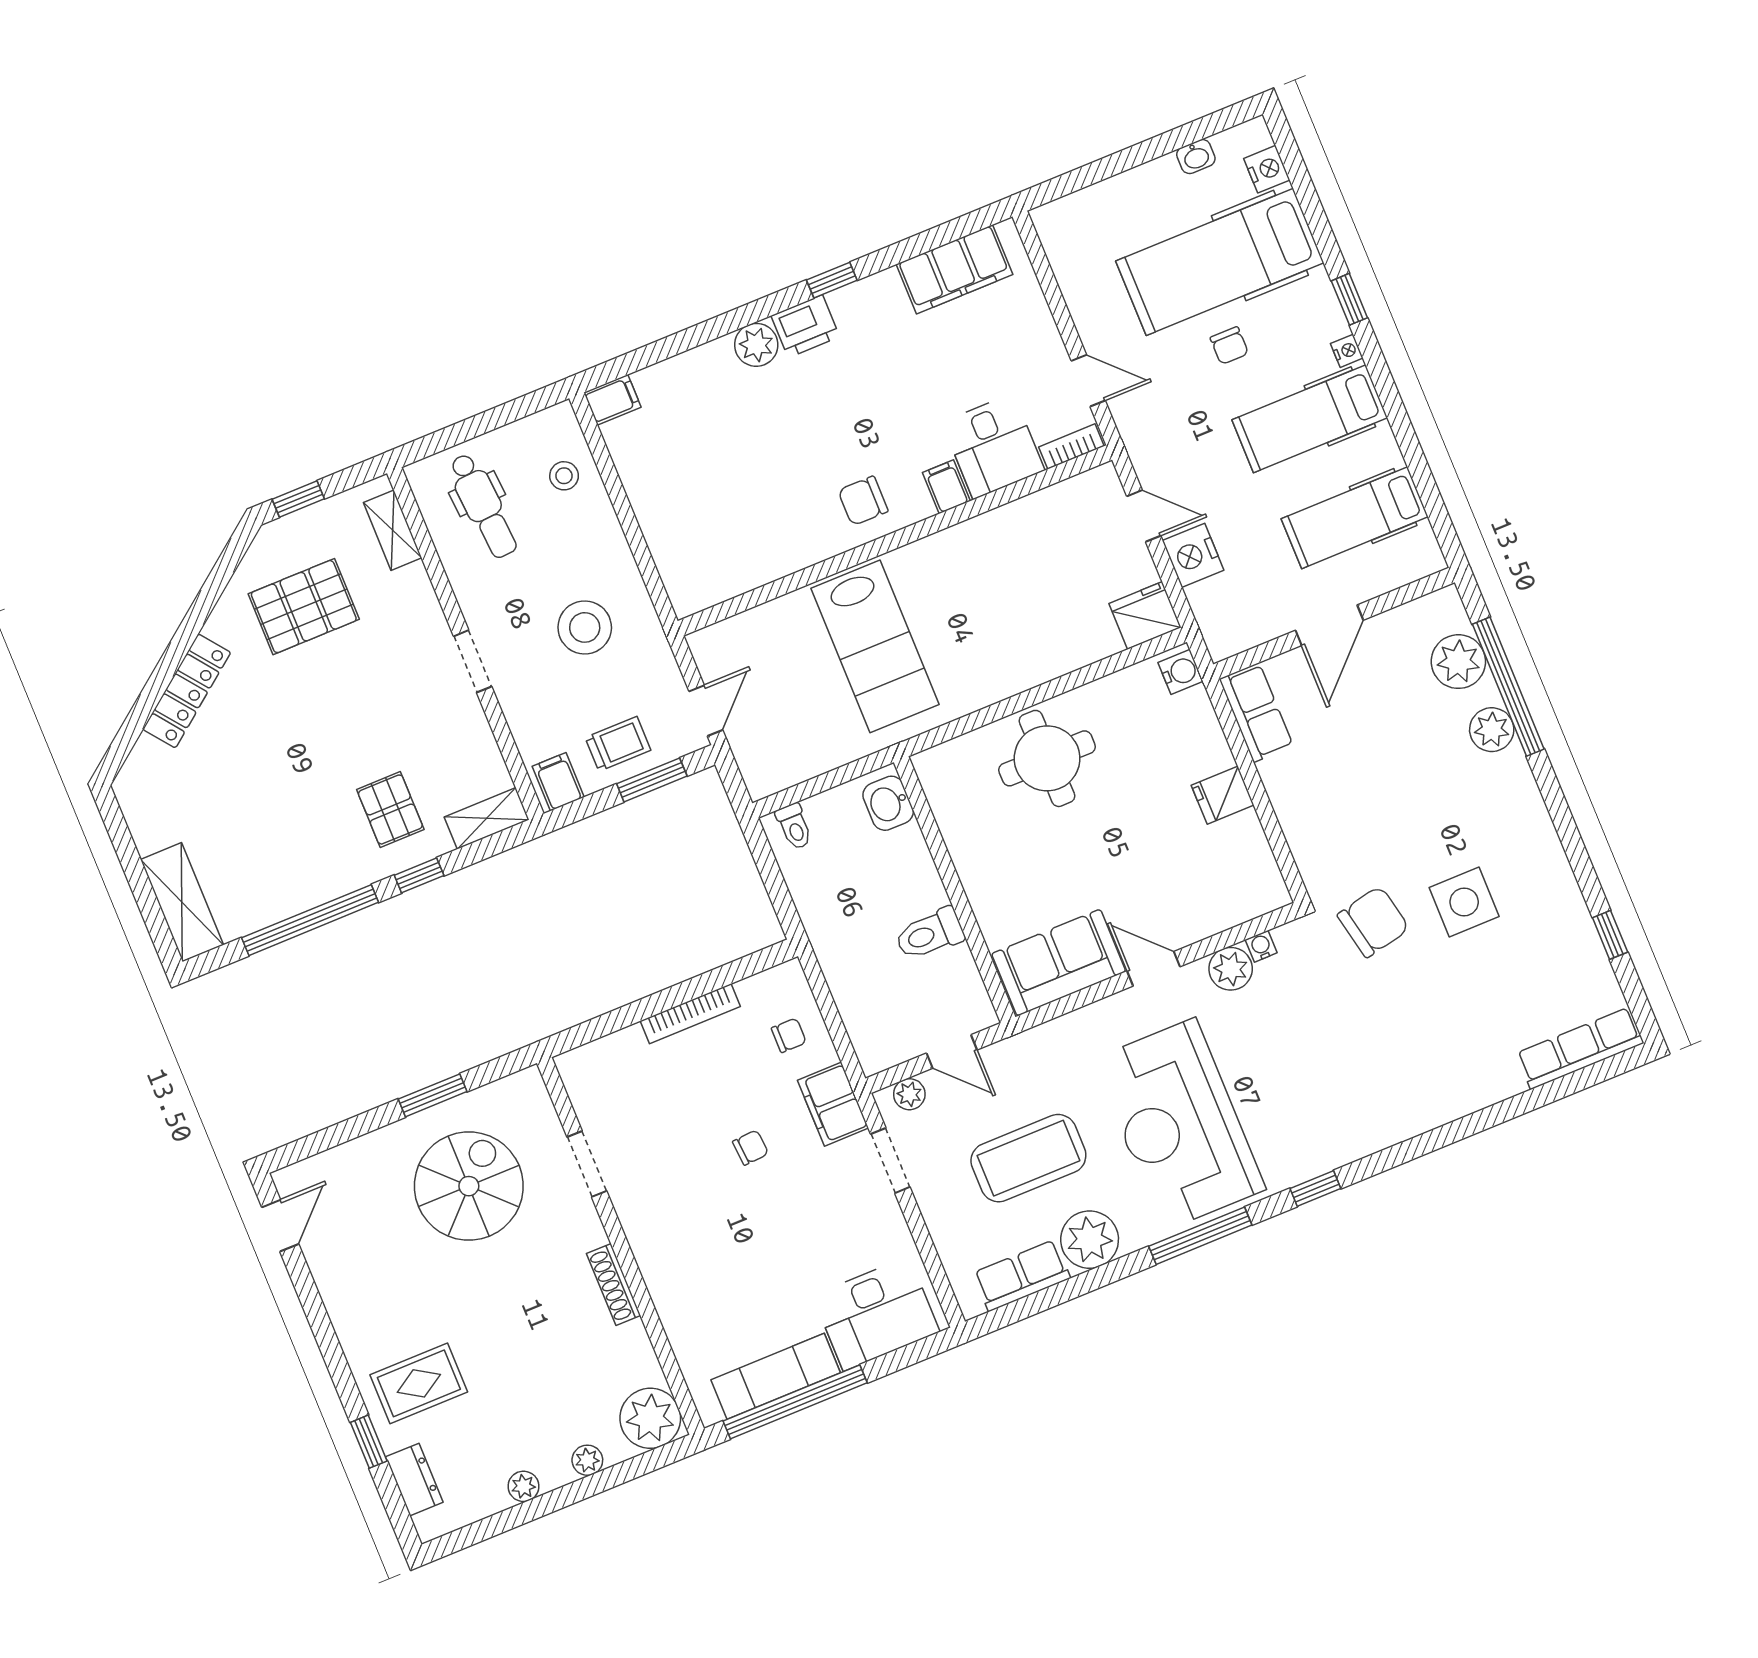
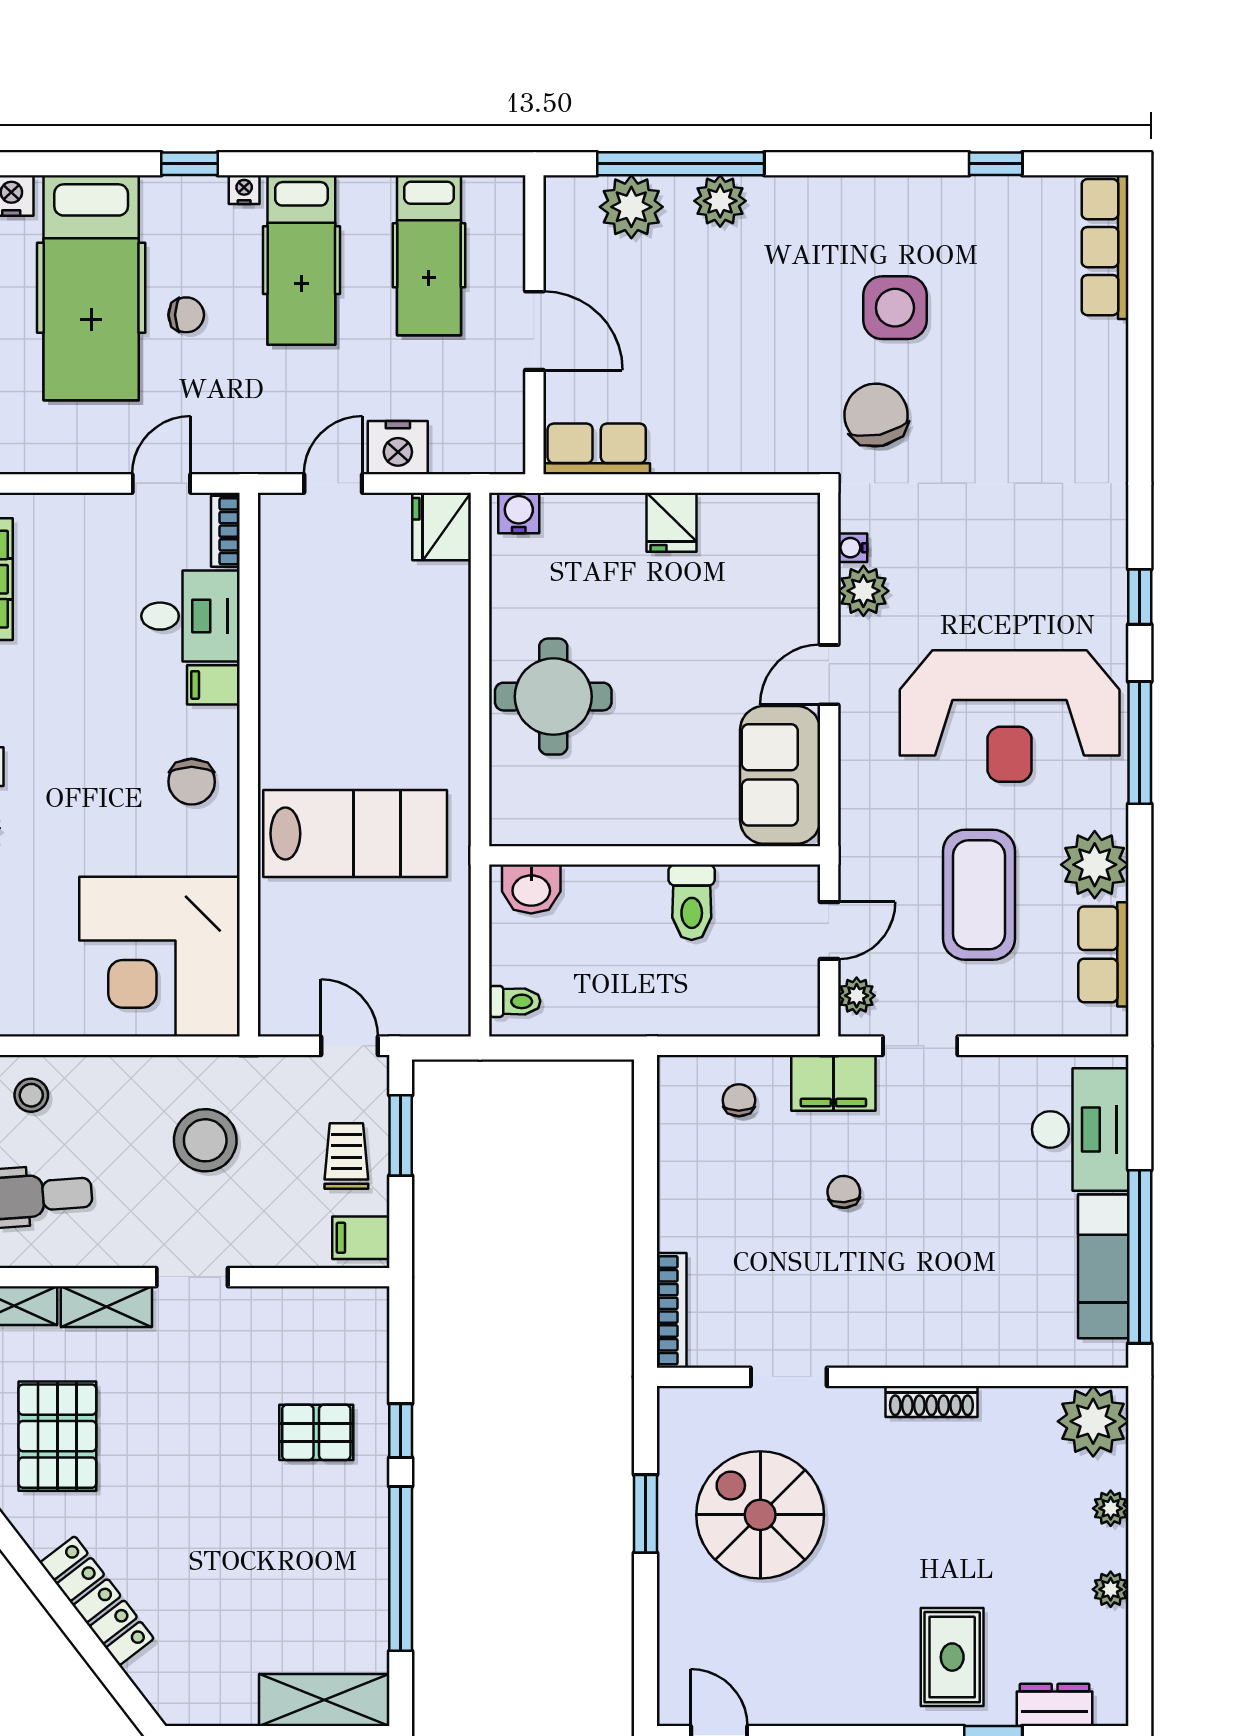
corner desk: (715, 532) -> (160, 957), added
shelving: (487, 818) -> (106, 1307), moved, turned 90
bookcase: (690, 1014) -> (672, 1310), moved

